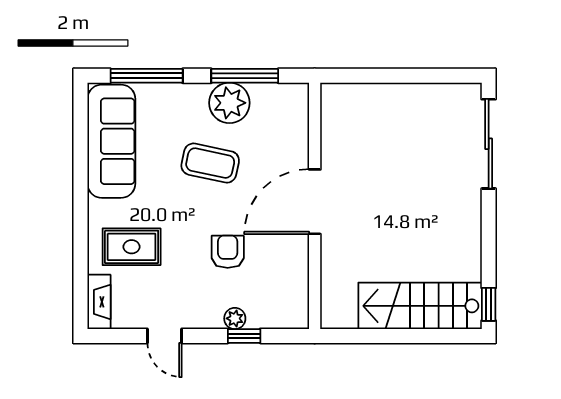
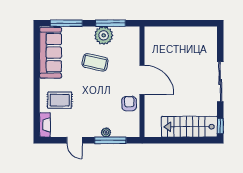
sliding door: (489, 144) -> (220, 82), moved
door: (315, 202) -> (142, 80), swing flipped
armchair: (228, 252) -> (129, 104), moved
window: (244, 336) -> (110, 140), width x2.17

